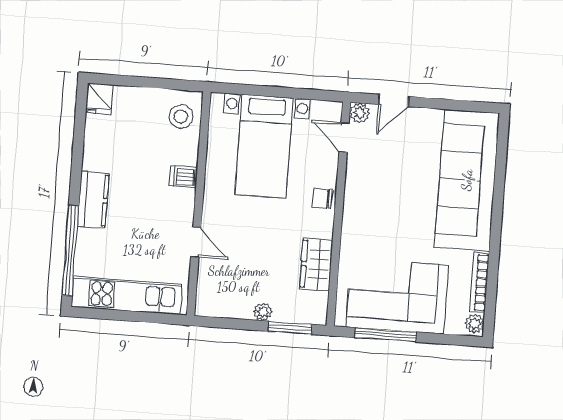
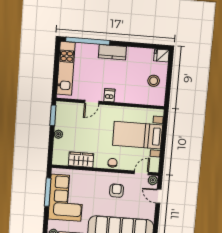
stool: (181, 116) -> (154, 81), moved
dishwasher: (184, 177) -> (109, 95), moved
armchair: (382, 189) -> (117, 191), added
window: (290, 328) -> (53, 115), moved

